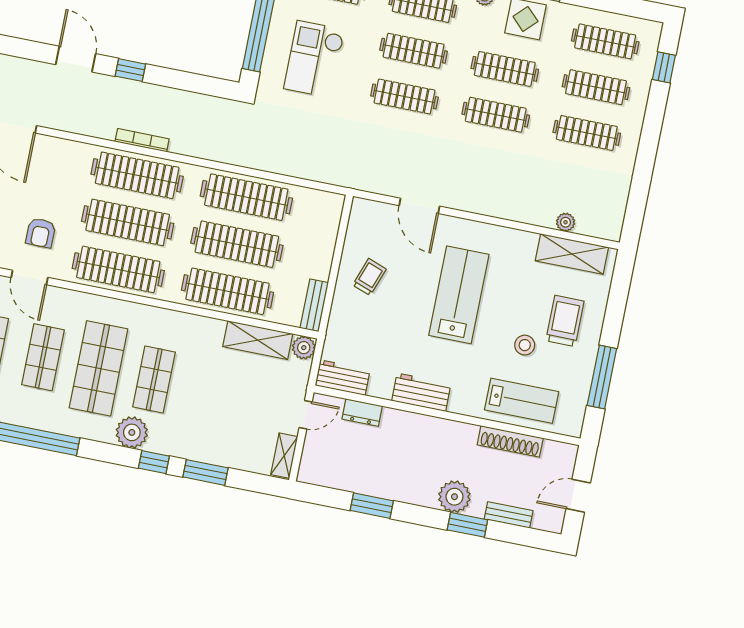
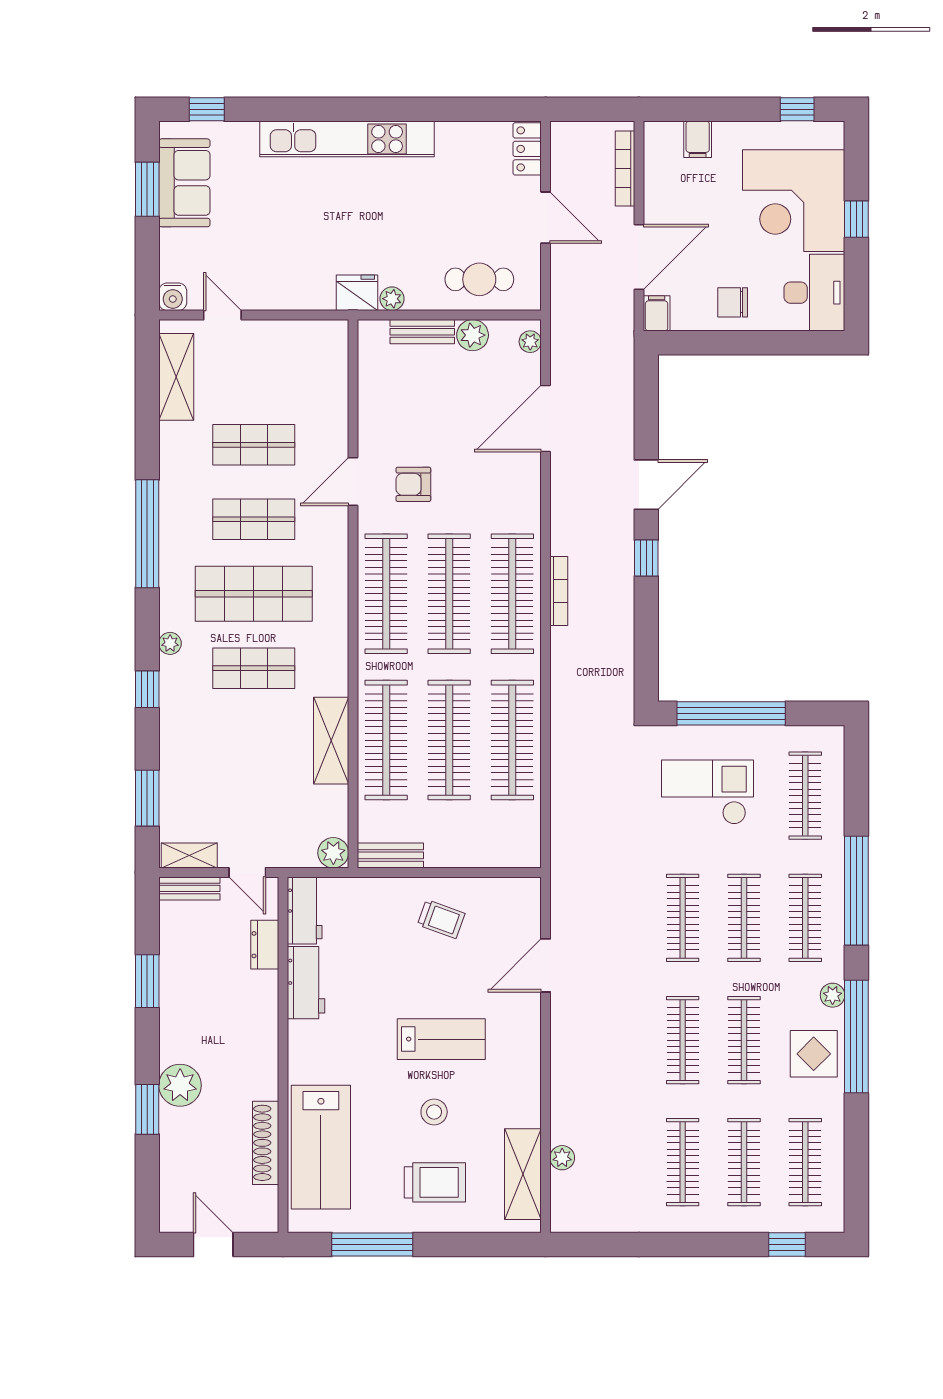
lab bench: (459, 295) -> (441, 1039), width x0.73, depth x0.72
shelving: (258, 340) -> (331, 741), moved
stool: (525, 345) -> (434, 1112), moved
workbench: (421, 392) -> (306, 983), moved
lab bench: (522, 401) -> (321, 1147), width x1.36, depth x1.39
plant: (132, 432) -> (170, 643), width x0.53, depth x0.53
window: (205, 472) -> (147, 798), moved
bench: (509, 515) -> (189, 888), moved, turned 90

